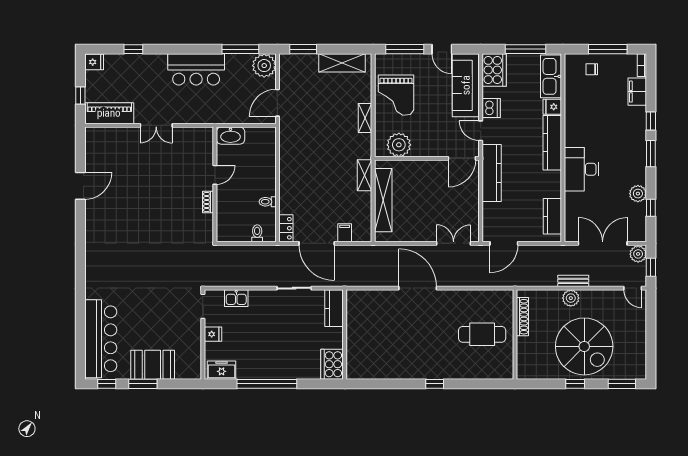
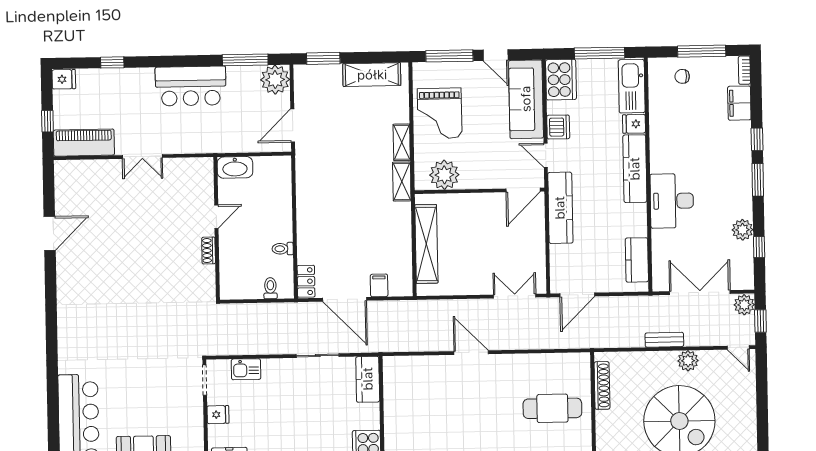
shelving: (365, 175) -> (402, 181), moved
door: (418, 288) -> (471, 353), width x0.73
plant: (571, 298) -> (688, 361), moved

